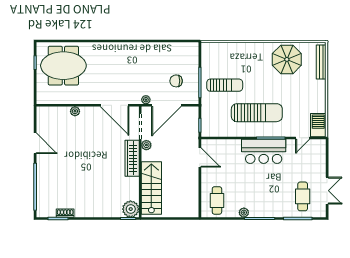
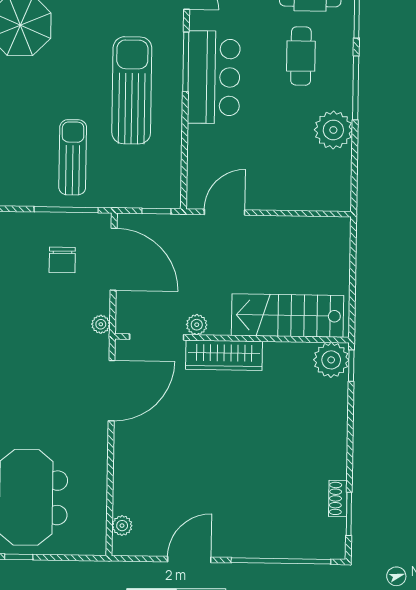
door: (166, 105) -> (114, 259), moved
plant: (75, 111) -> (122, 526), moved
cafe table: (217, 200) -> (301, 56), moved, turned 90
plant: (244, 213) -> (333, 130), width x1.87, depth x1.87

